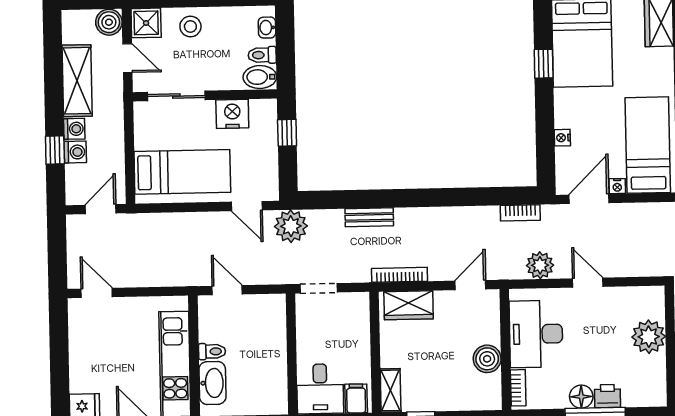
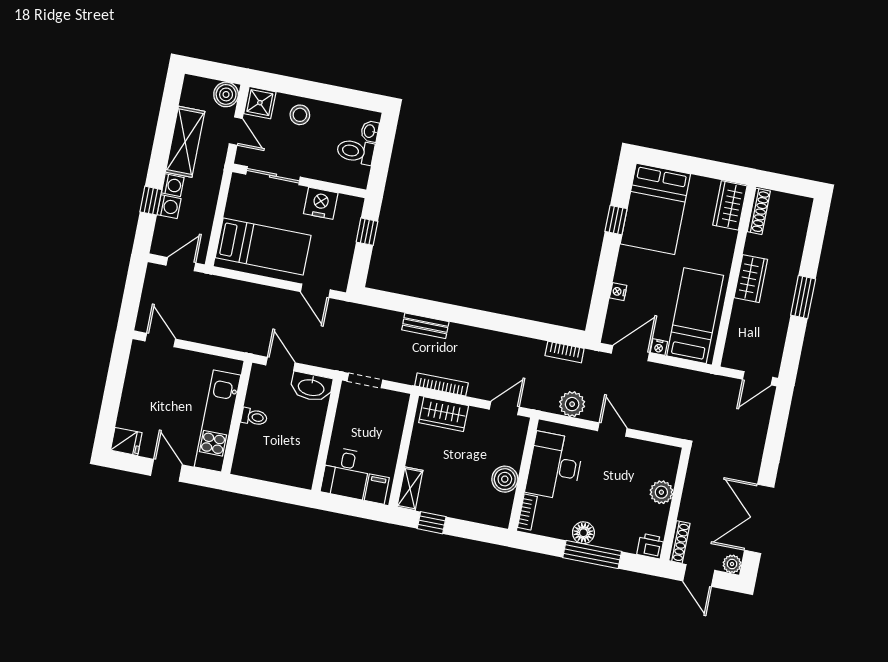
toilet: (262, 55) -> (356, 151), width x1.37, depth x1.39
bidet: (260, 77) -> (353, 175), removed
plant: (291, 226) -> (352, 318), removed
plant: (649, 337) -> (661, 492), width x0.73, depth x0.73
washbasin: (212, 383) -> (311, 387), moved, turned 90
printer: (607, 396) -> (650, 546), moved

